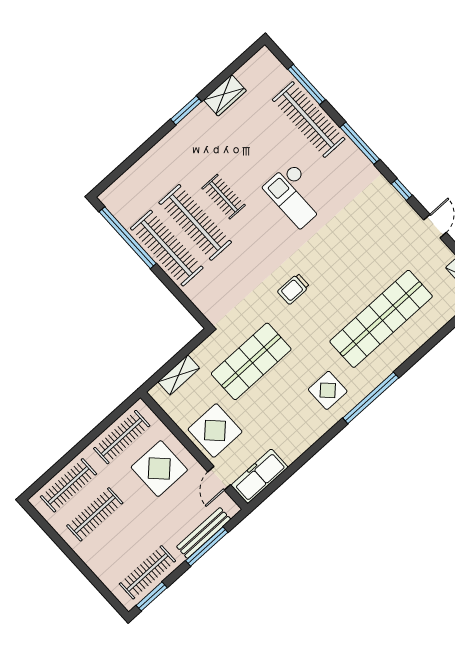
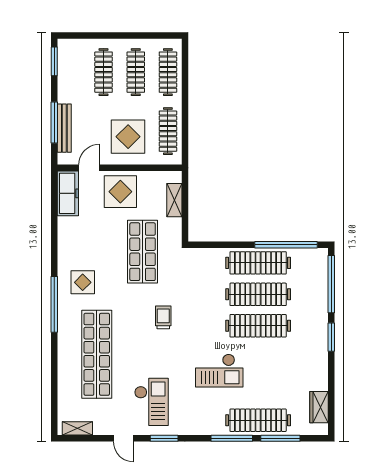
wardrobe: (225, 95) -> (319, 407), moved
window: (186, 110) -> (331, 337), moved
window: (360, 143) -> (232, 438), moved
window: (126, 165) -> (331, 284), added
window: (402, 189) -> (164, 438), width x1.50
checkout: (296, 195) -> (219, 371), turned 180
clothes rail: (224, 197) -> (258, 326), width x1.86, depth x1.31
checkout: (379, 231) -> (151, 402), added
door: (219, 478) -> (89, 168), hinge flipped
clothes rail: (147, 572) -> (104, 72), moved

